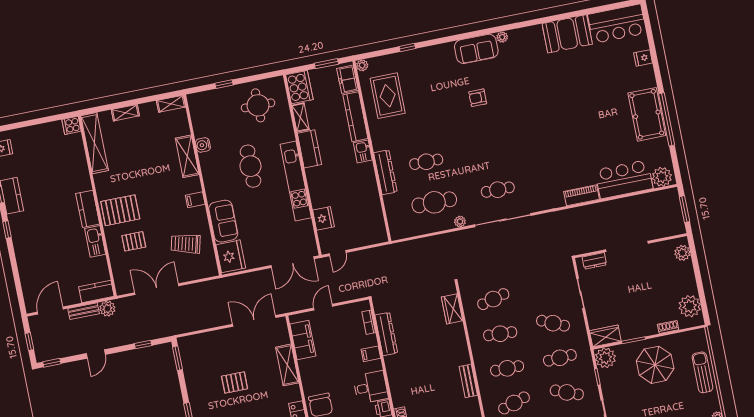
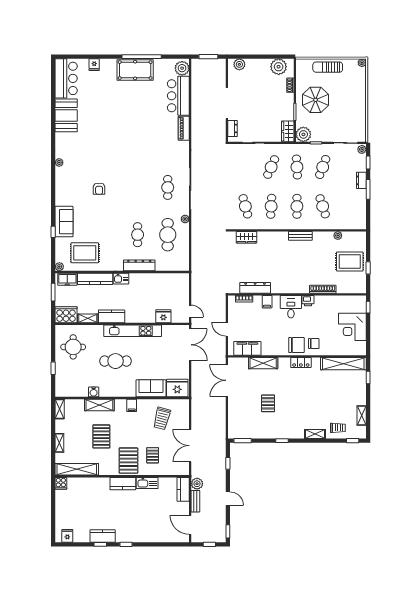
sofa: (476, 49) -> (64, 222), moved
pallet: (145, 167) -> (101, 436), added

